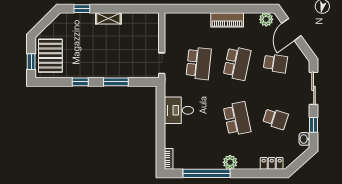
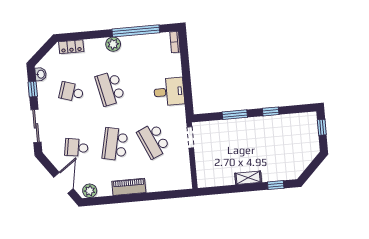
pallet: (50, 56) -> (303, 135), removed
school desk: (199, 63) -> (154, 141), turned -30

